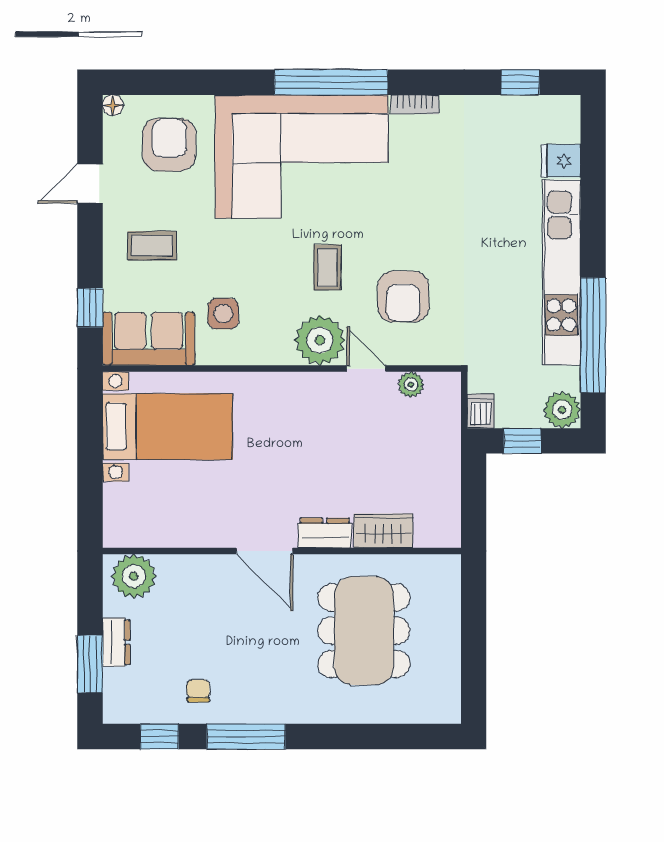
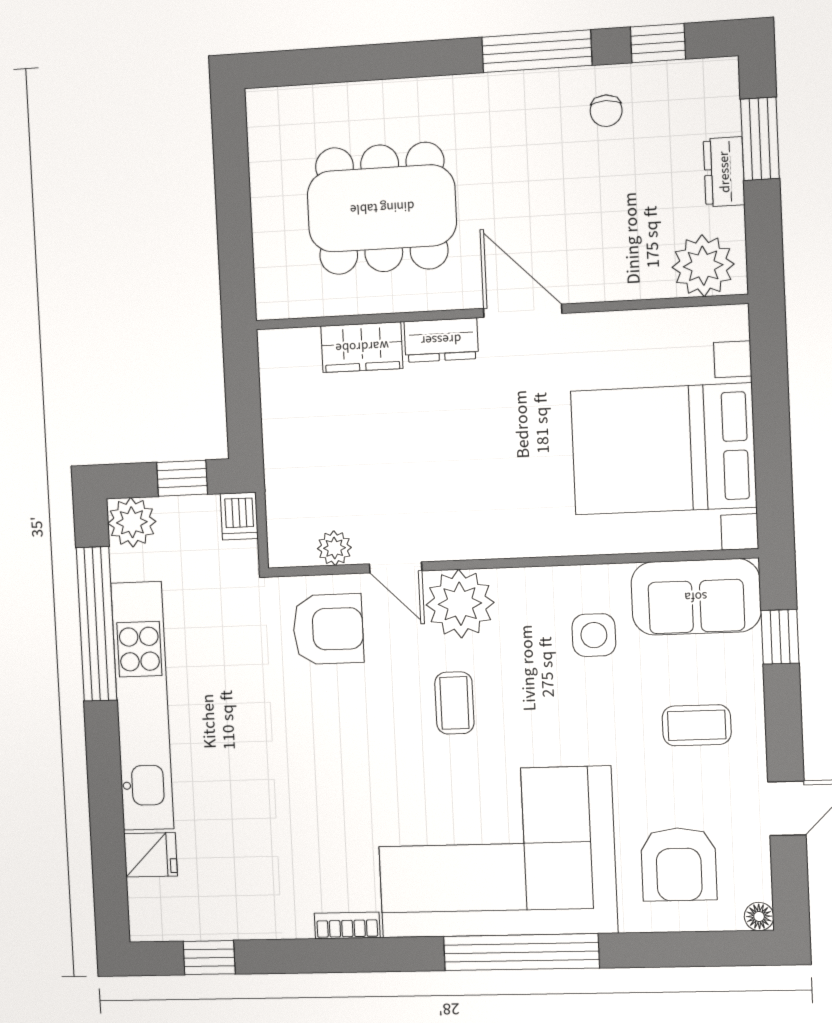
window: (331, 82) -> (521, 952), moved
armchair: (403, 297) -> (328, 629), moved, turned 90
bed with nightstands: (167, 427) -> (663, 449), width x1.36
dining table: (364, 631) -> (382, 208), turned 90

